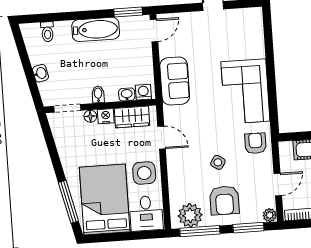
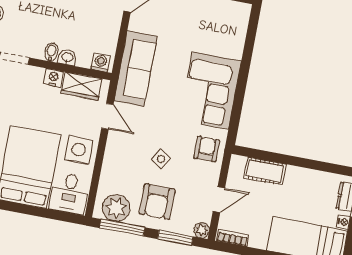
sofa: (175, 81) -> (136, 69), width x1.36
washbasin: (127, 94) -> (67, 58), moved
floor lamp: (90, 116) -> (37, 73), removed

